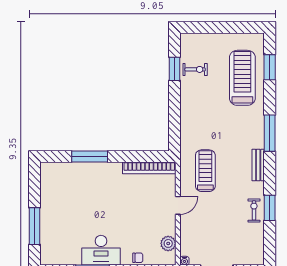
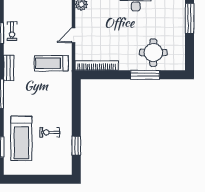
exercise bike: (195, 69) -> (50, 132), moved
treadmill: (205, 171) -> (51, 63), turned 90
round table: (79, 184) -> (153, 53), added

